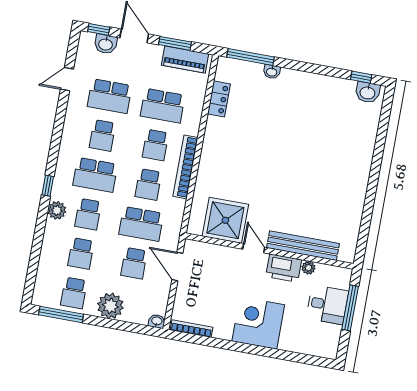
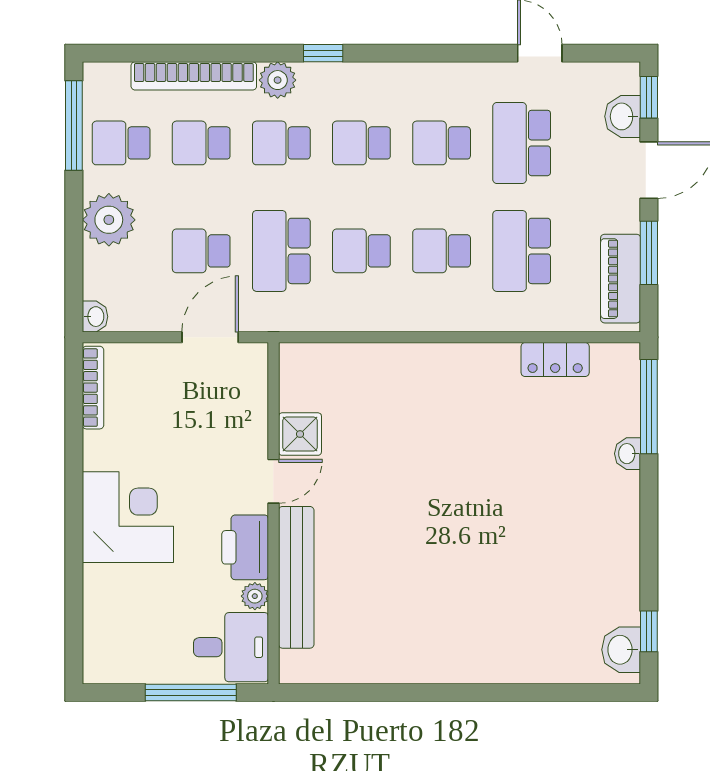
bookcase: (186, 167) -> (194, 76), moved, turned 180
school desk: (95, 175) -> (361, 143), width x0.54
shower: (225, 220) -> (300, 434), width x0.54, depth x0.54
desk: (327, 305) -> (231, 647), moved, turned -90

